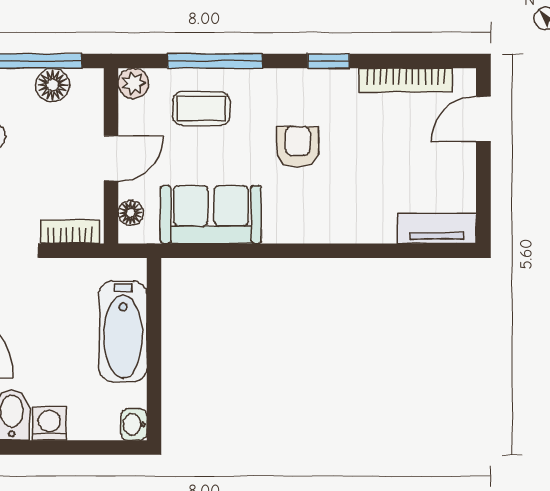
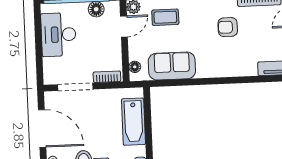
armchair: (298, 147) -> (228, 27), moved, turned -90
door: (111, 158) -> (124, 26), moved

